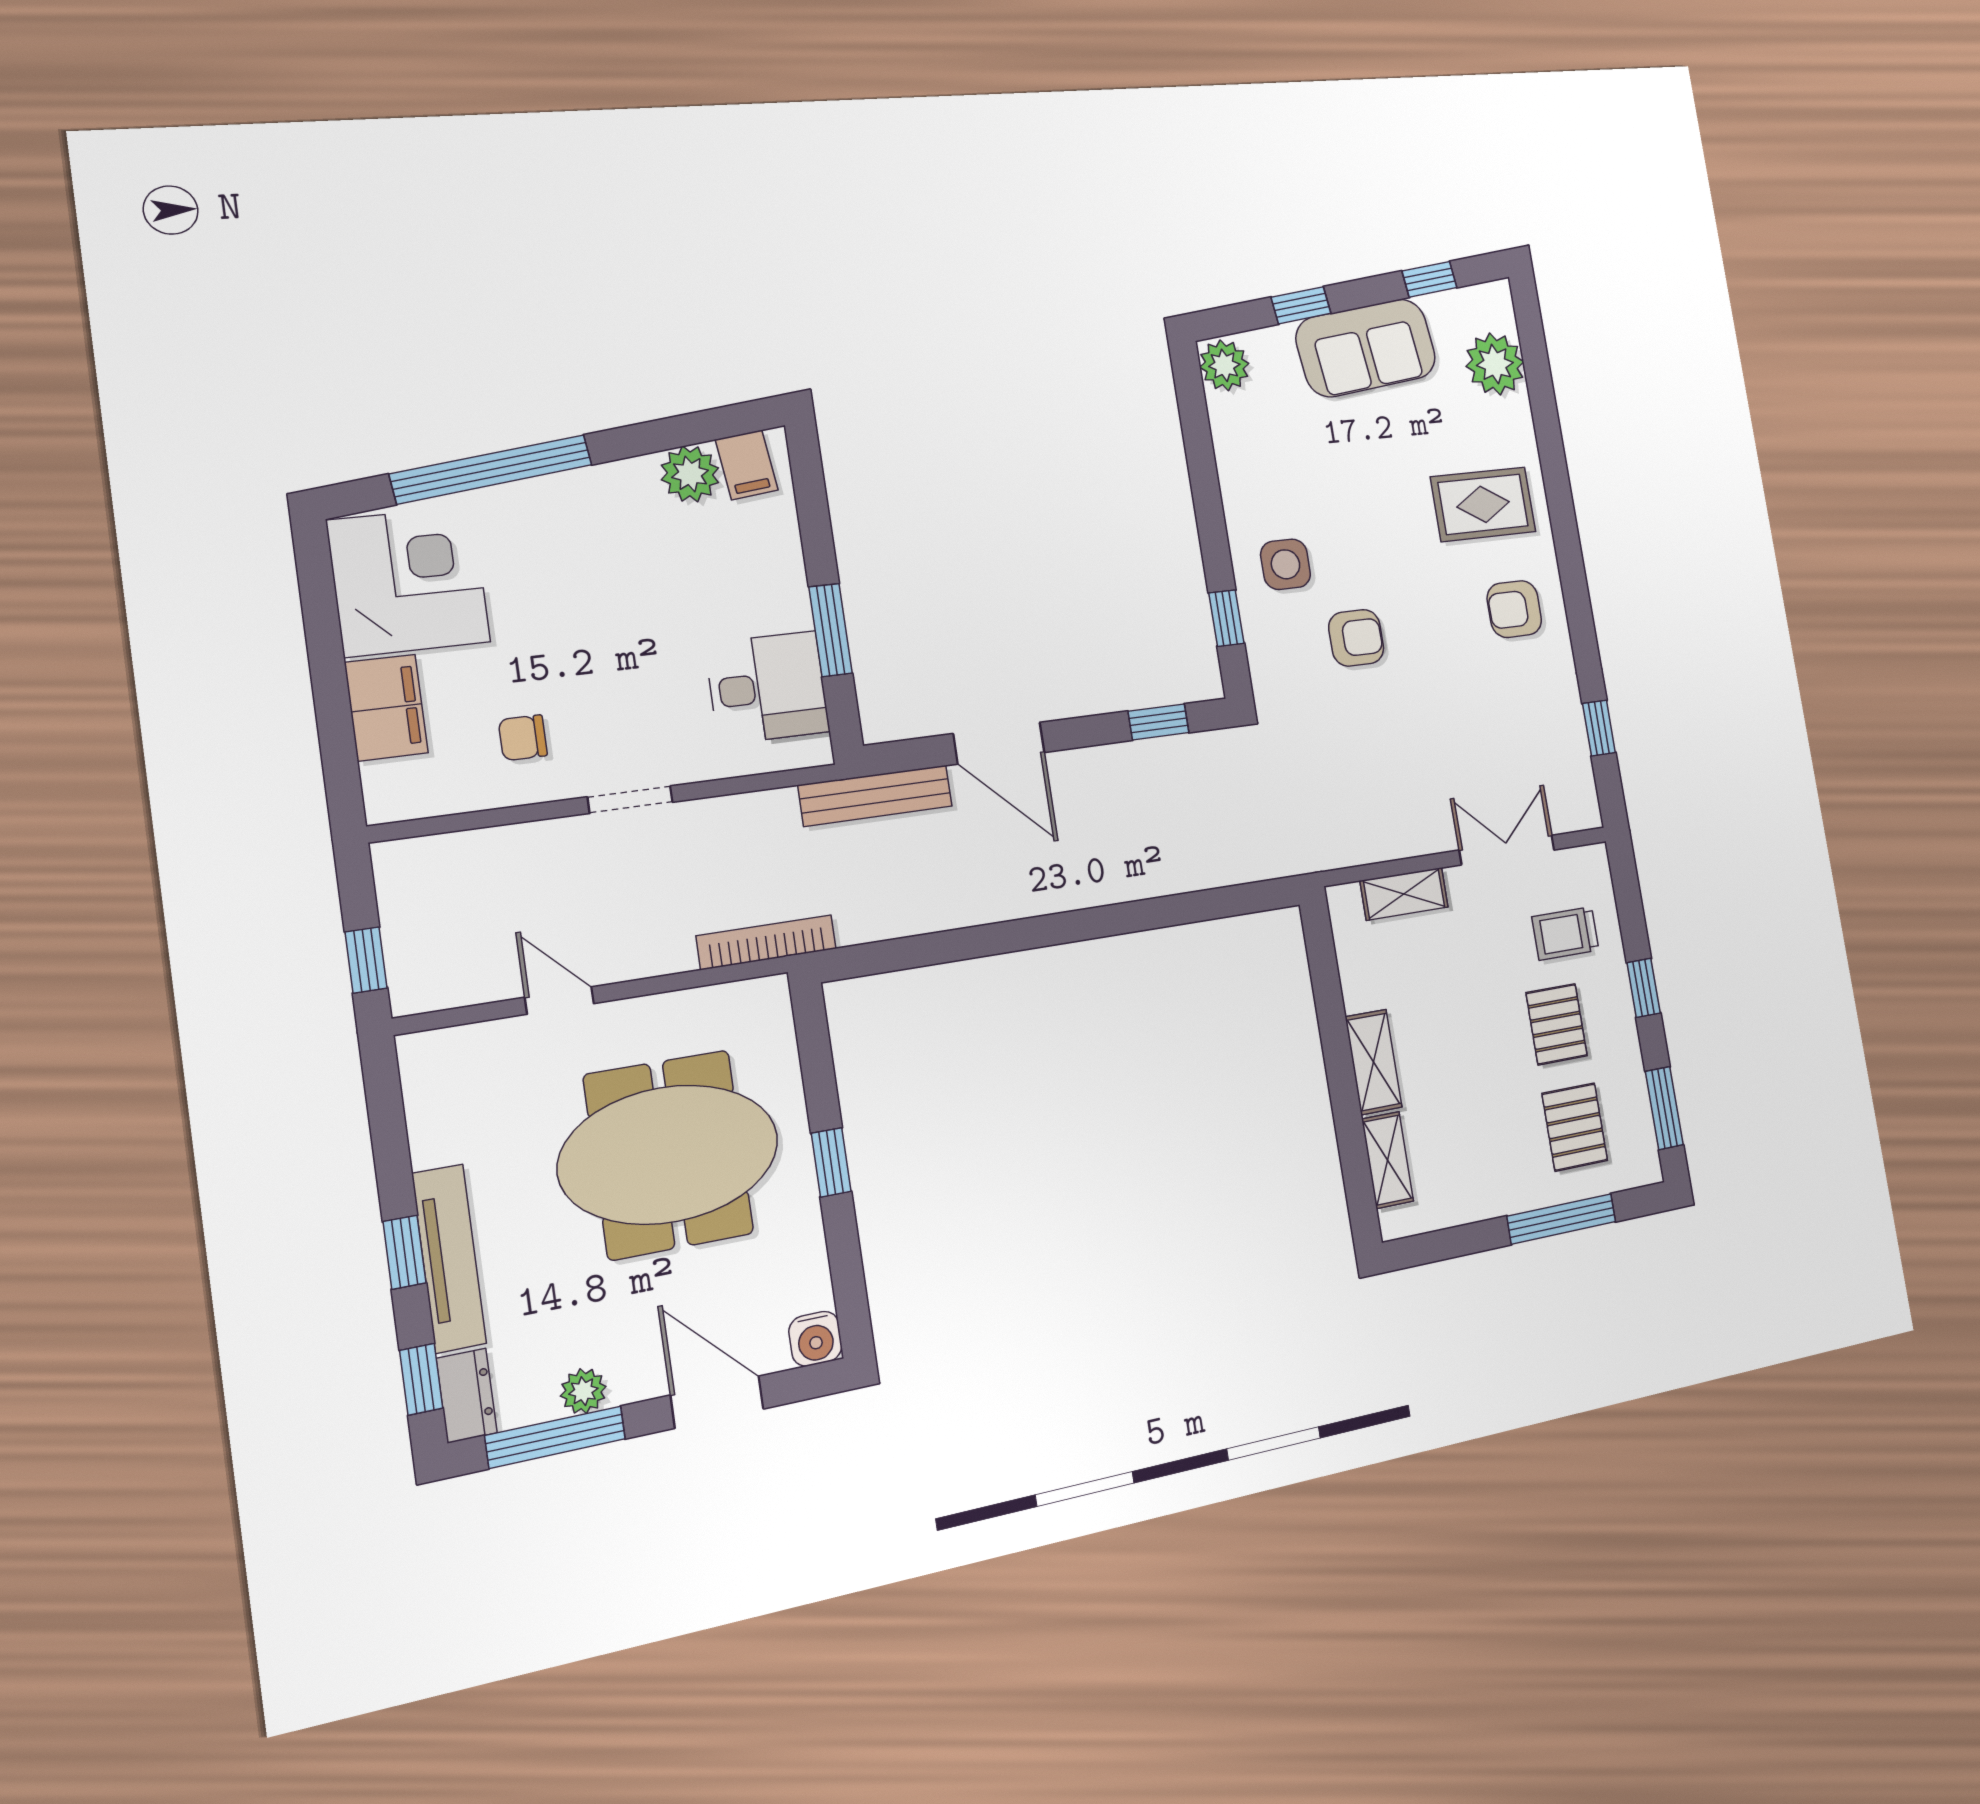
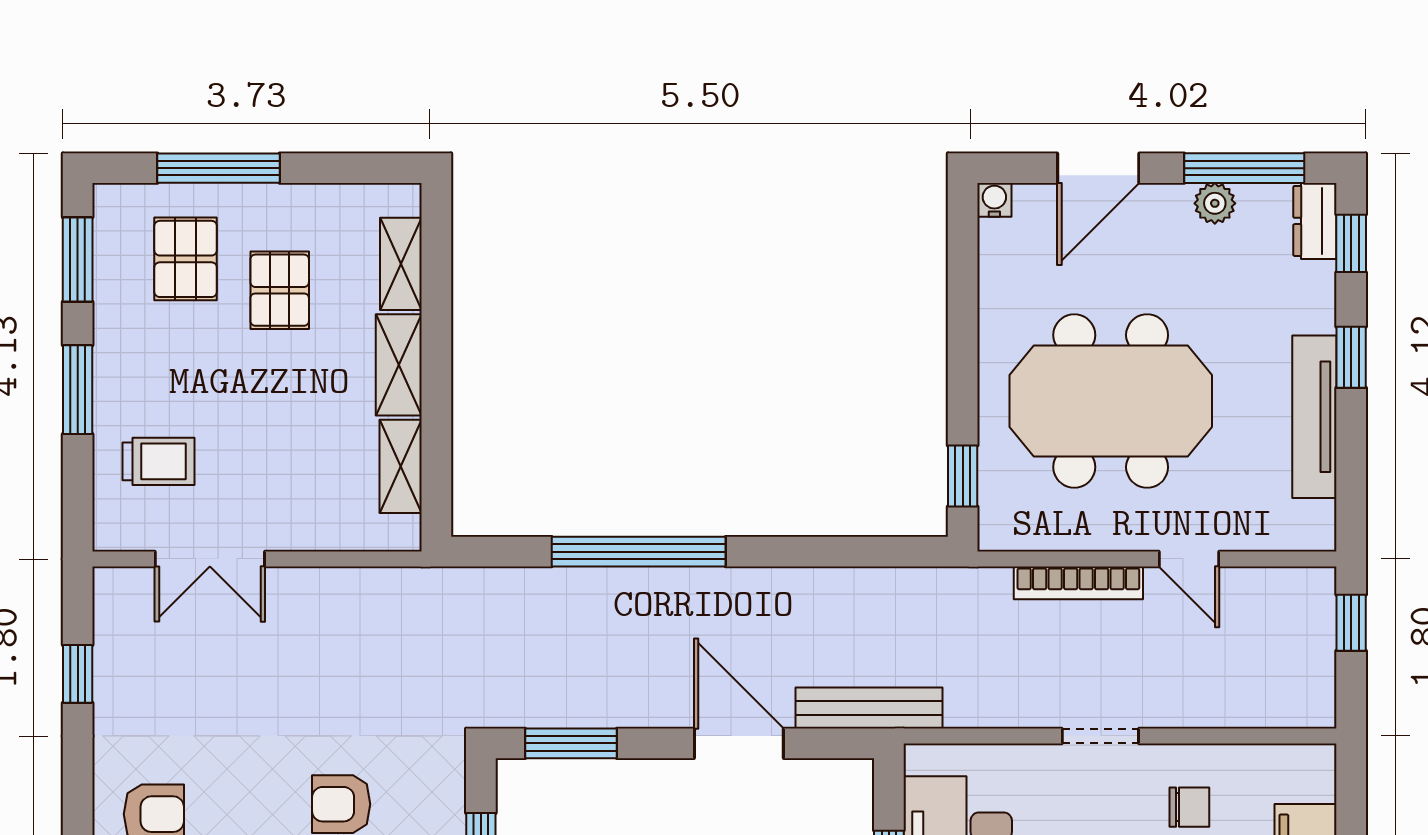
window: (1159, 722) -> (571, 743), width x1.50
shelving: (1404, 894) -> (401, 466), moved, turned 90
window: (1124, 918) -> (639, 552), added
bookcase: (766, 942) -> (1078, 583), moved
window: (1644, 988) -> (78, 390), width x1.50
pallet: (1557, 1024) -> (280, 290), moved
window: (831, 1162) -> (963, 476), moved
tv unit: (449, 1258) -> (1314, 417), moved
water cooler: (815, 1339) -> (994, 200), width x0.72, depth x0.72
door: (717, 1402) -> (1098, 168), hinge flipped

